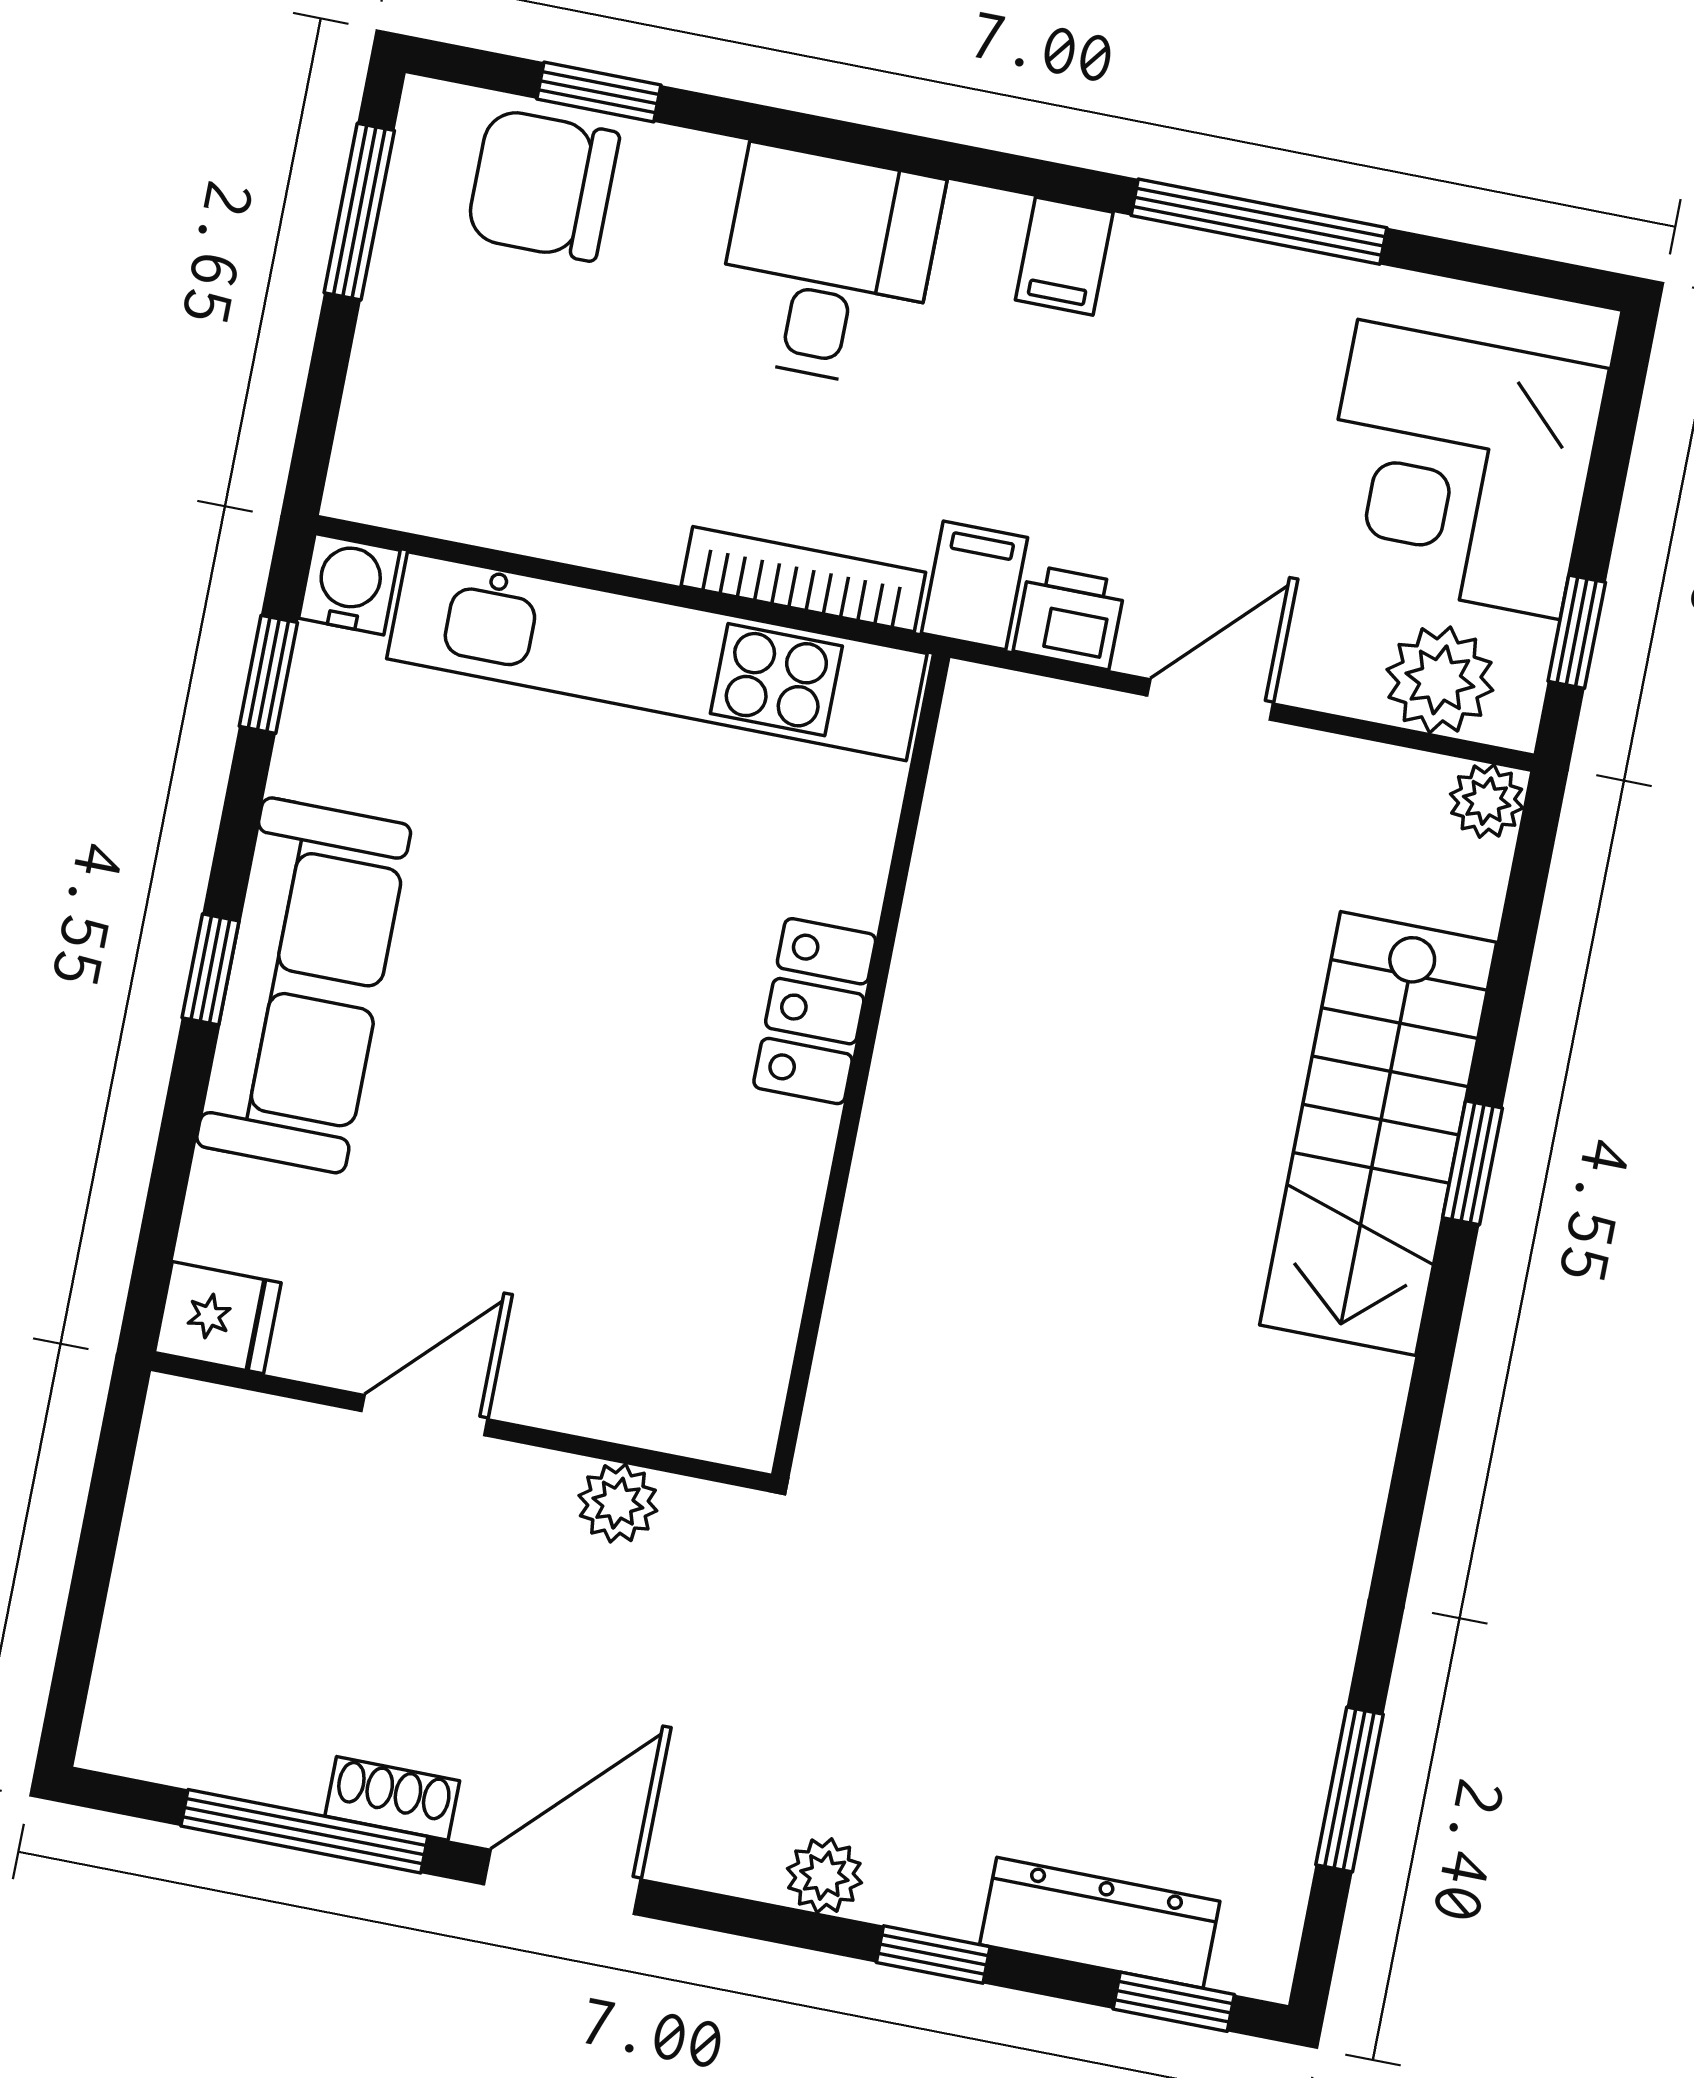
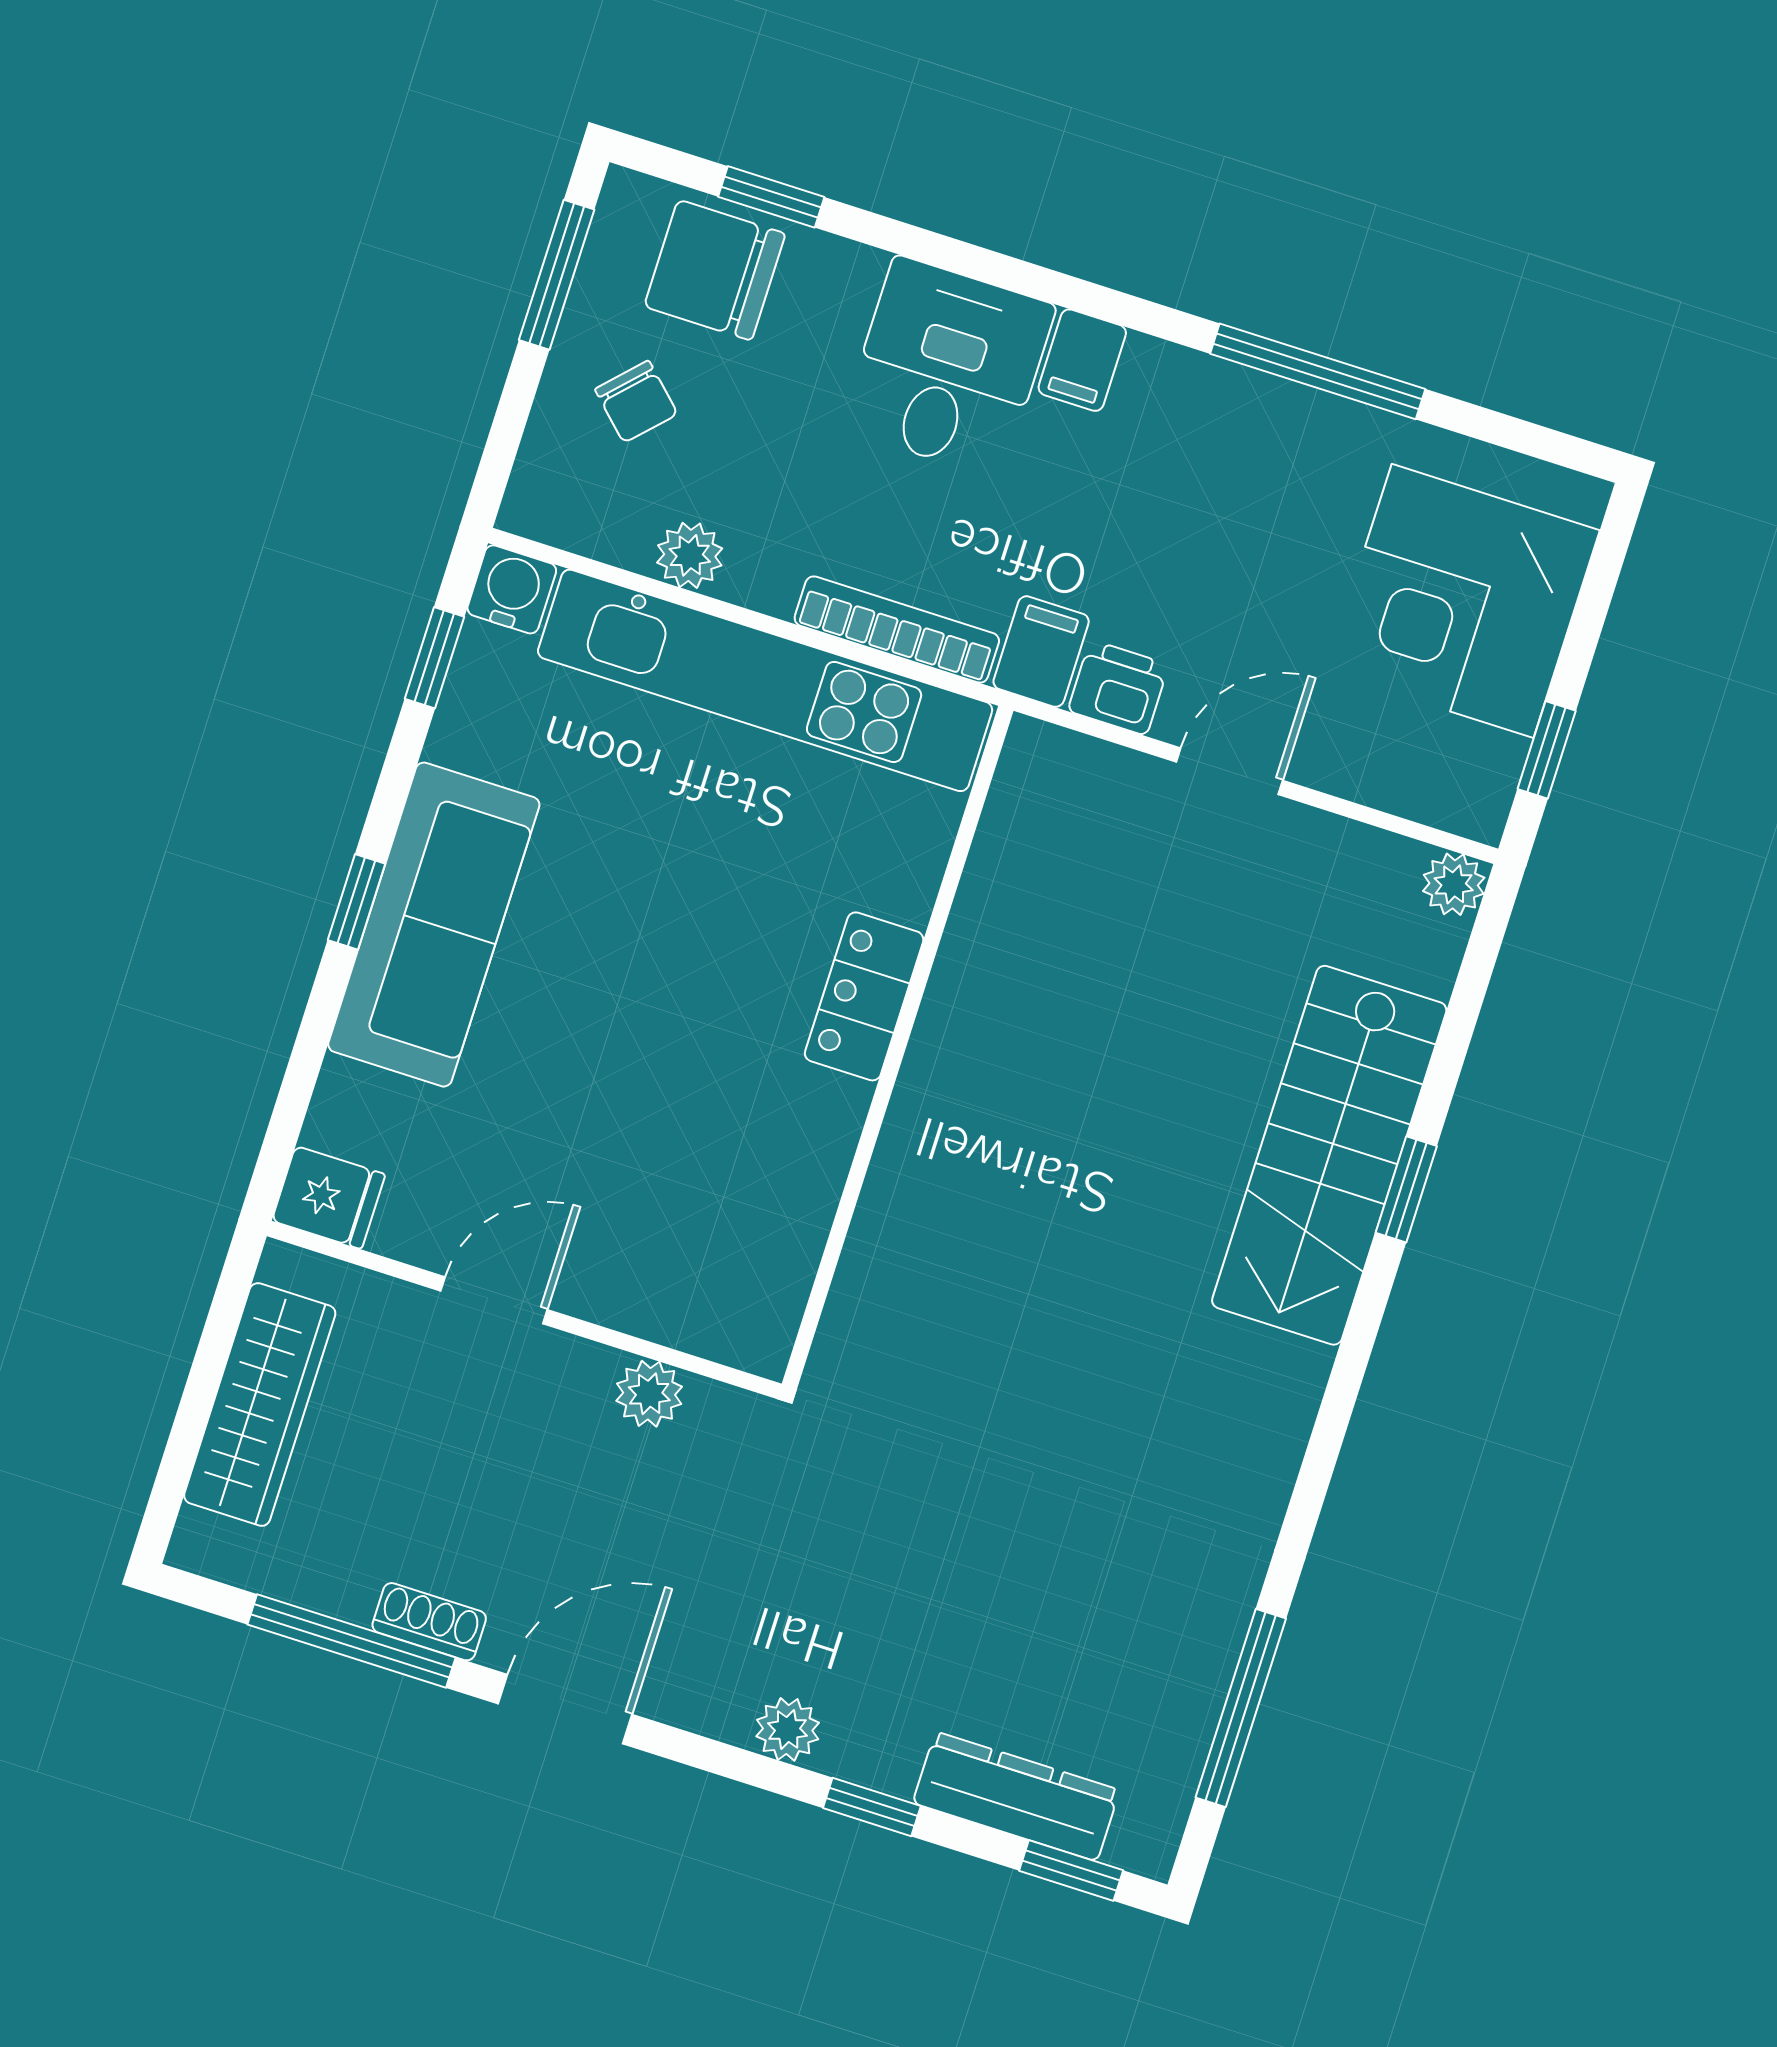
filing cabinet: (1064, 256) -> (1082, 360), moved
chair: (469, 349) -> (636, 402), added
plant: (1440, 680) -> (690, 555), moved, width x0.73, depth x0.73
wardrobe: (166, 1568) -> (260, 1405), added
window: (1350, 1790) -> (1241, 1708), width x1.44

